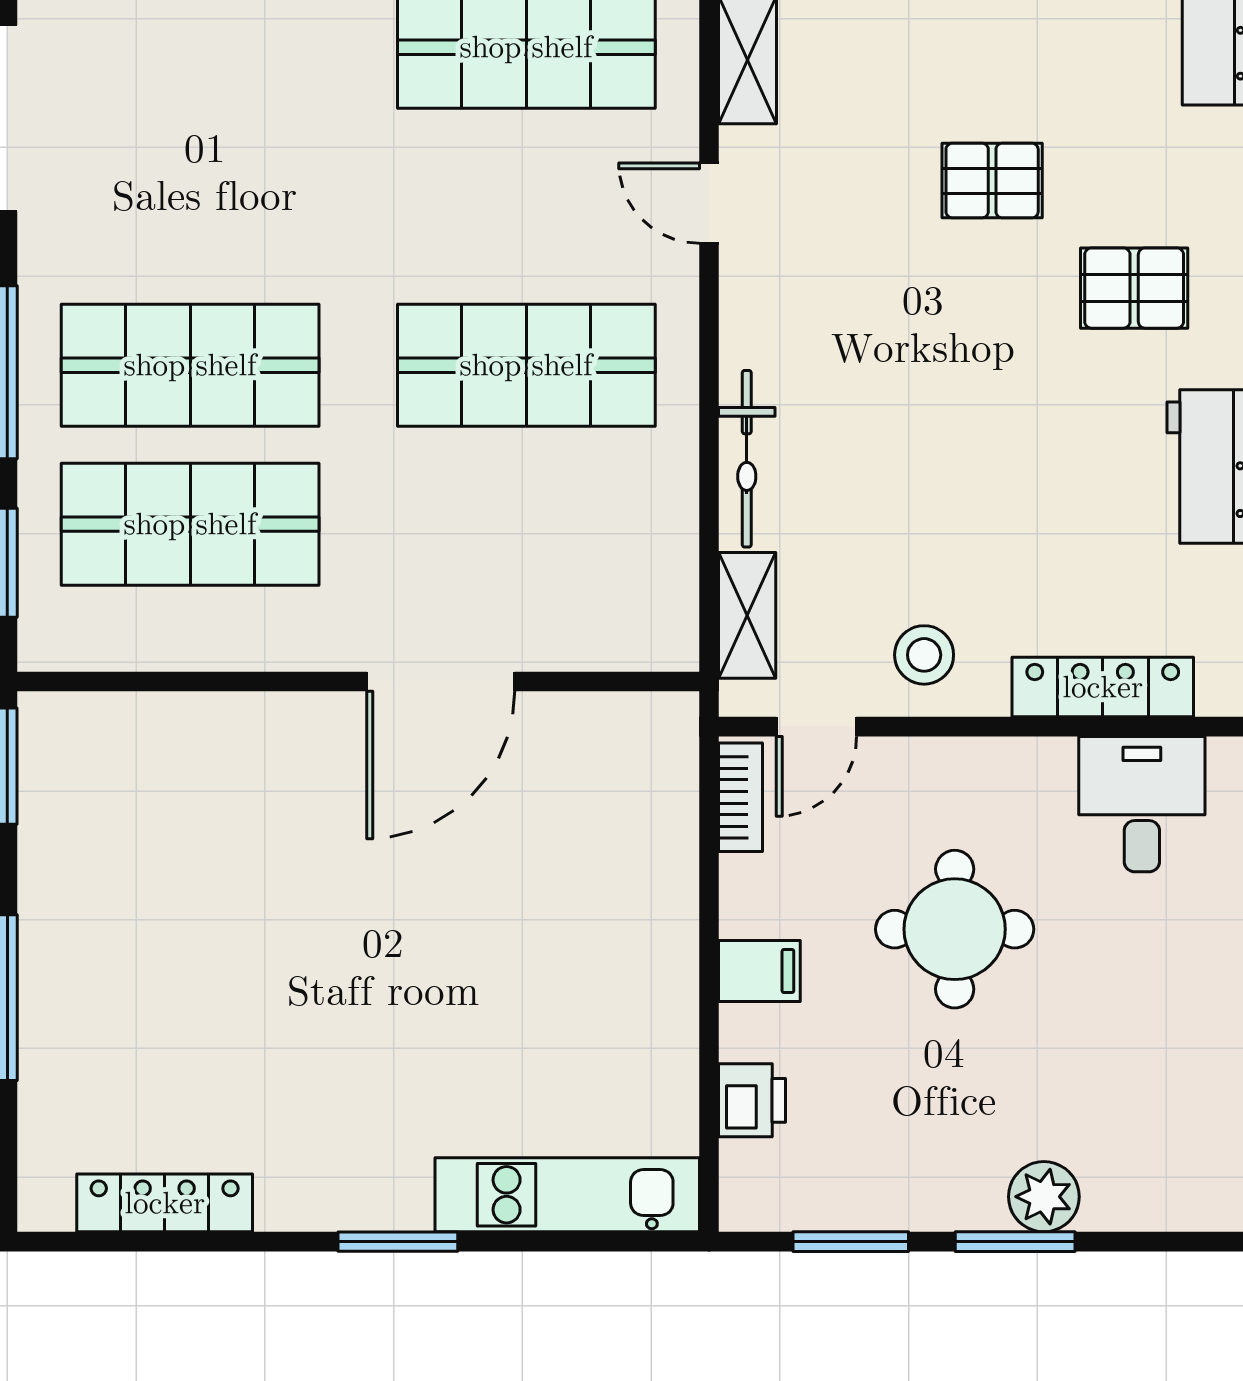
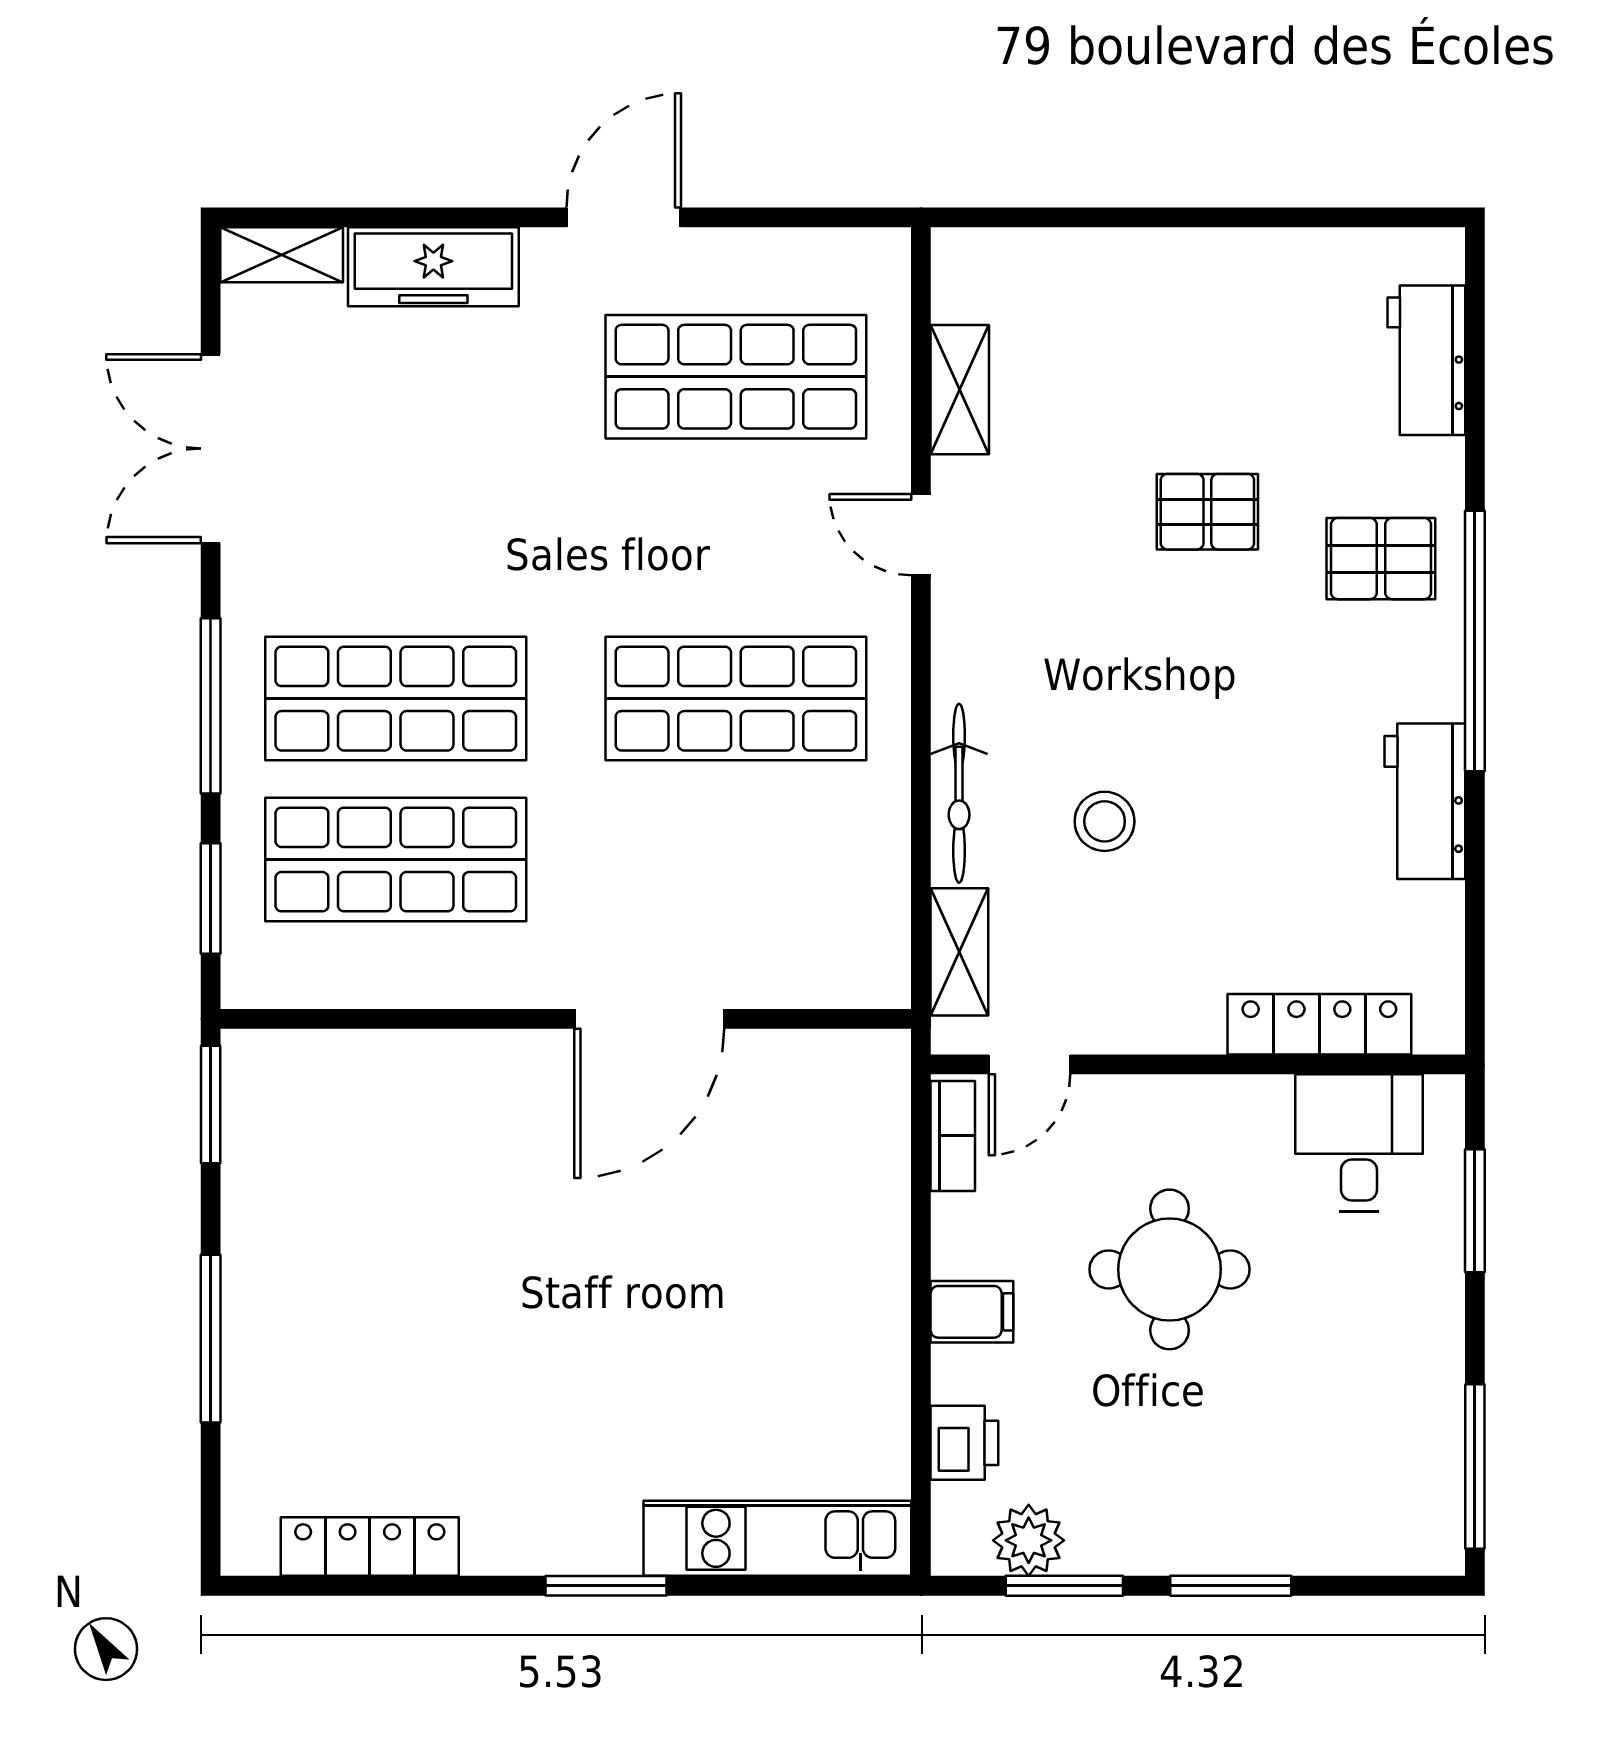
pallet: (1134, 288) -> (1381, 559), moved
stool: (924, 655) -> (1105, 821), moved
plant: (1044, 1197) -> (1029, 1540), moved

